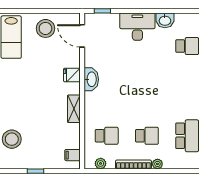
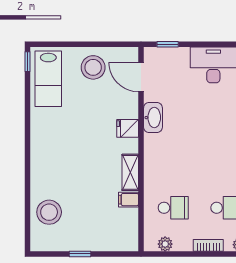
washbasin: (91, 79) -> (153, 118), moved
filing cabinet: (72, 155) -> (128, 200), moved
bookcase: (133, 164) -> (208, 245), width x0.64

